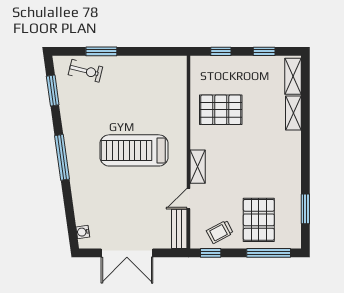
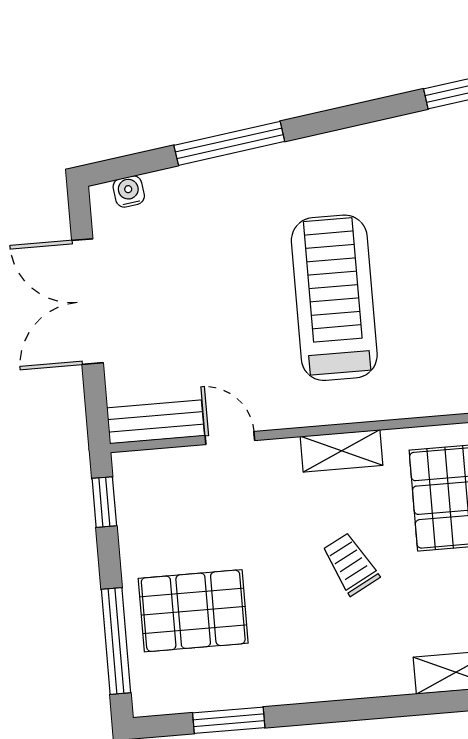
window: (62, 157) -> (229, 143), moved
shelving: (198, 167) -> (341, 451), moved
trolley: (220, 232) -> (351, 564), moved

